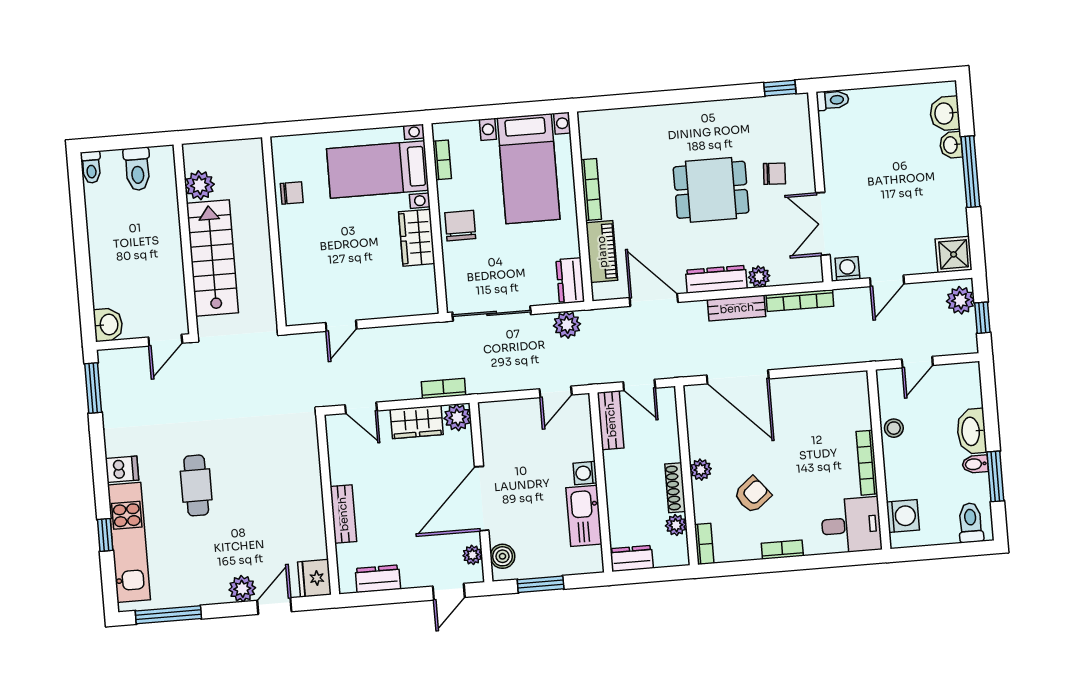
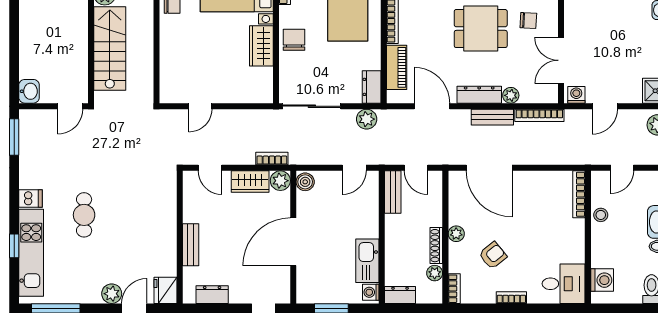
bookcase: (867, 463) -> (579, 194), moved
washing machine: (585, 473) -> (371, 292), moved
plant: (473, 555) -> (283, 283), removed
boiler: (503, 556) -> (305, 182), moved

